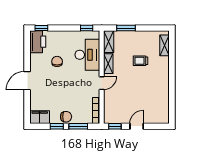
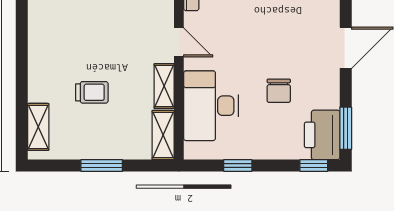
window: (87, 28) -> (238, 165), moved
window: (126, 28) -> (102, 165), moved
window: (27, 45) -> (346, 128), added
door: (102, 83) -> (179, 42), swing flipped

